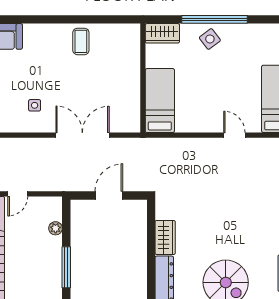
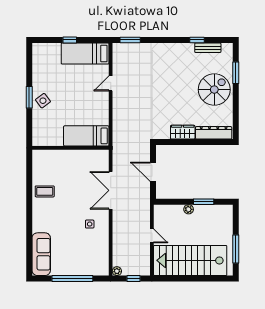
window: (215, 19) -> (29, 97), width x0.47
wardrobe: (162, 33) -> (39, 134), removed
plant: (56, 228) -> (189, 209), moved
window: (66, 267) -> (204, 202), width x0.69

